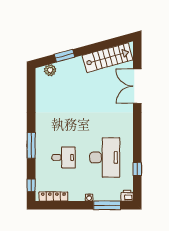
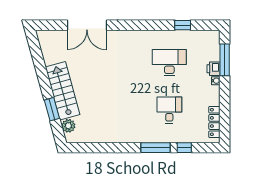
stairs: (108, 58) -> (63, 91), moved
desk: (105, 157) -> (169, 63), width x0.73, depth x0.77
window: (31, 185) -> (184, 148), moved
printer: (127, 196) -> (214, 69), moved

